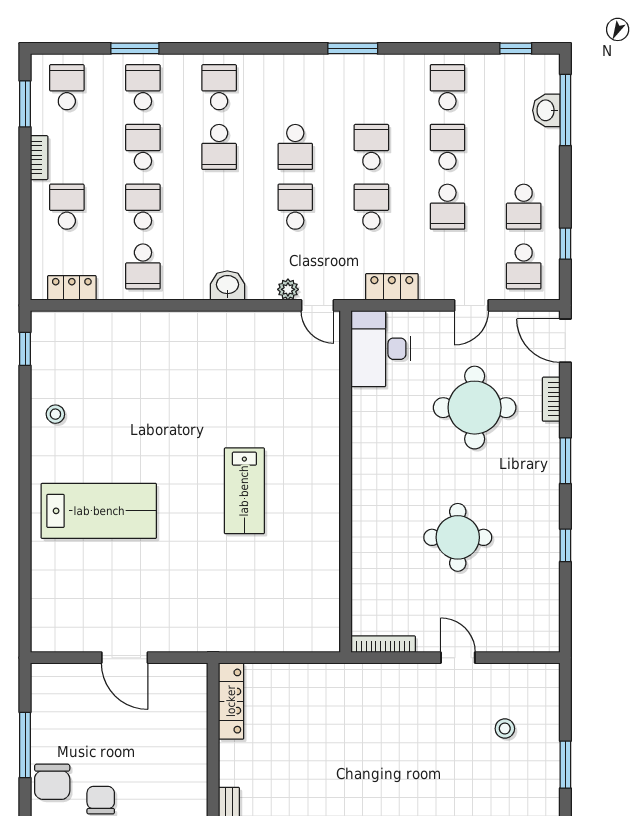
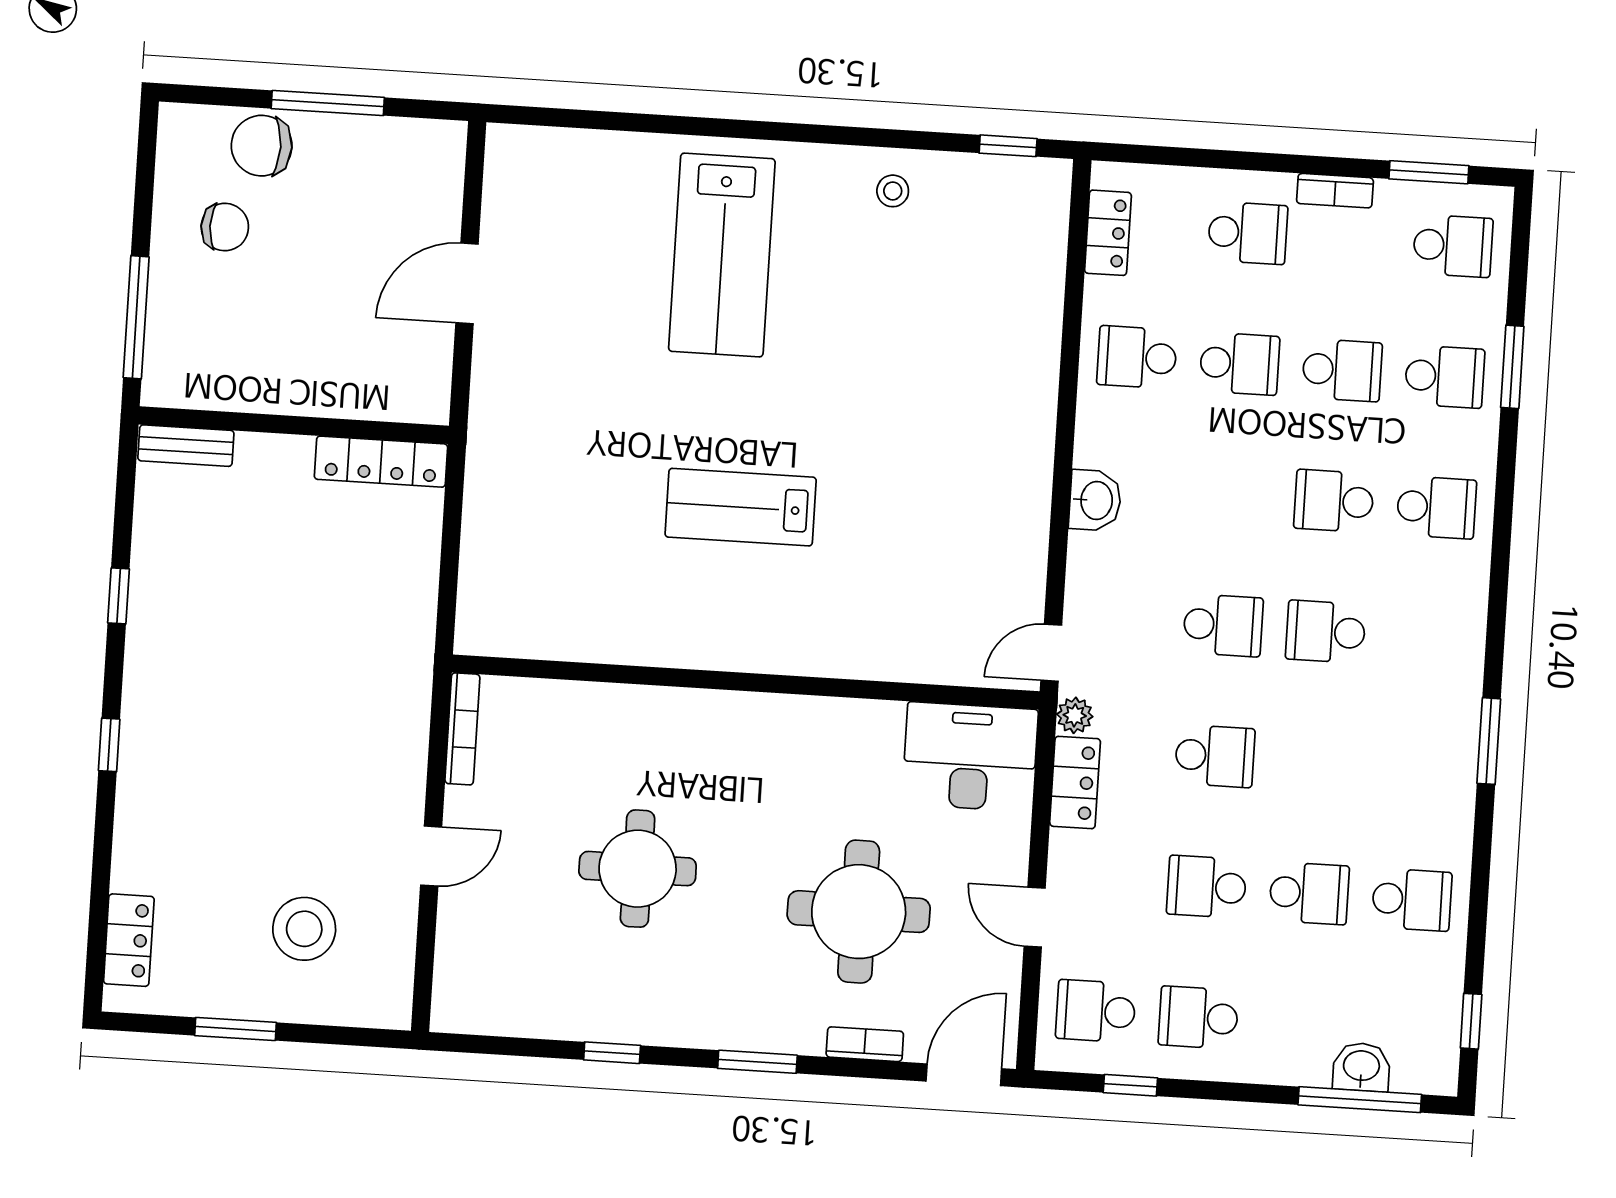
school desk: (371, 147) -> (1317, 762), removed
plant: (288, 289) -> (1075, 715), moved
stool: (505, 729) -> (304, 929), width x1.89, depth x1.89

